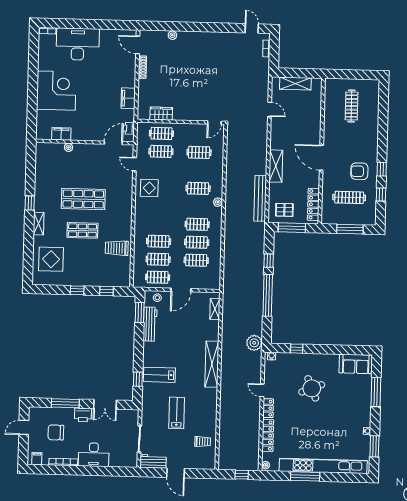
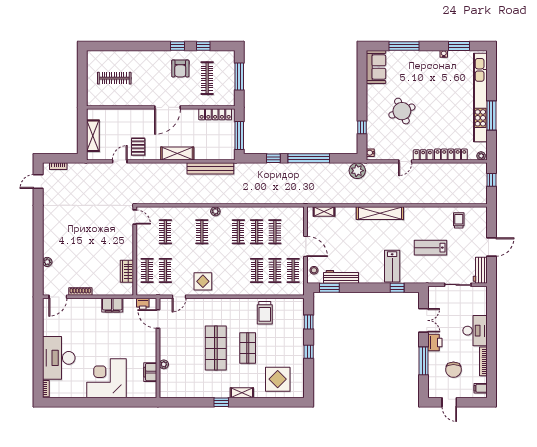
pallet: (284, 210) -> (138, 147), moved

